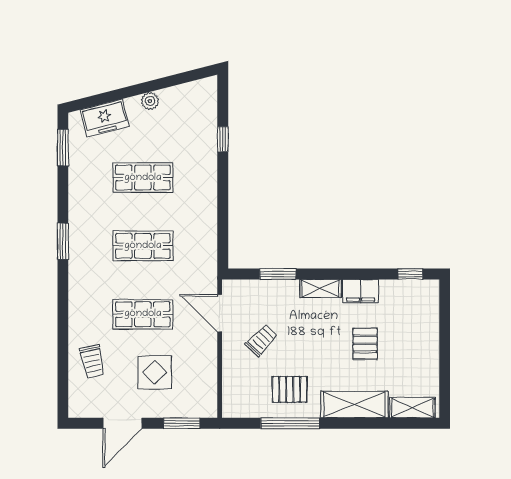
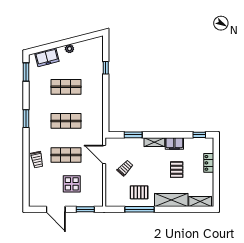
locker: (430, 330) -> (209, 163), added
trolley: (92, 361) -> (37, 160), moved
door: (122, 423) -> (56, 209), hinge flipped

